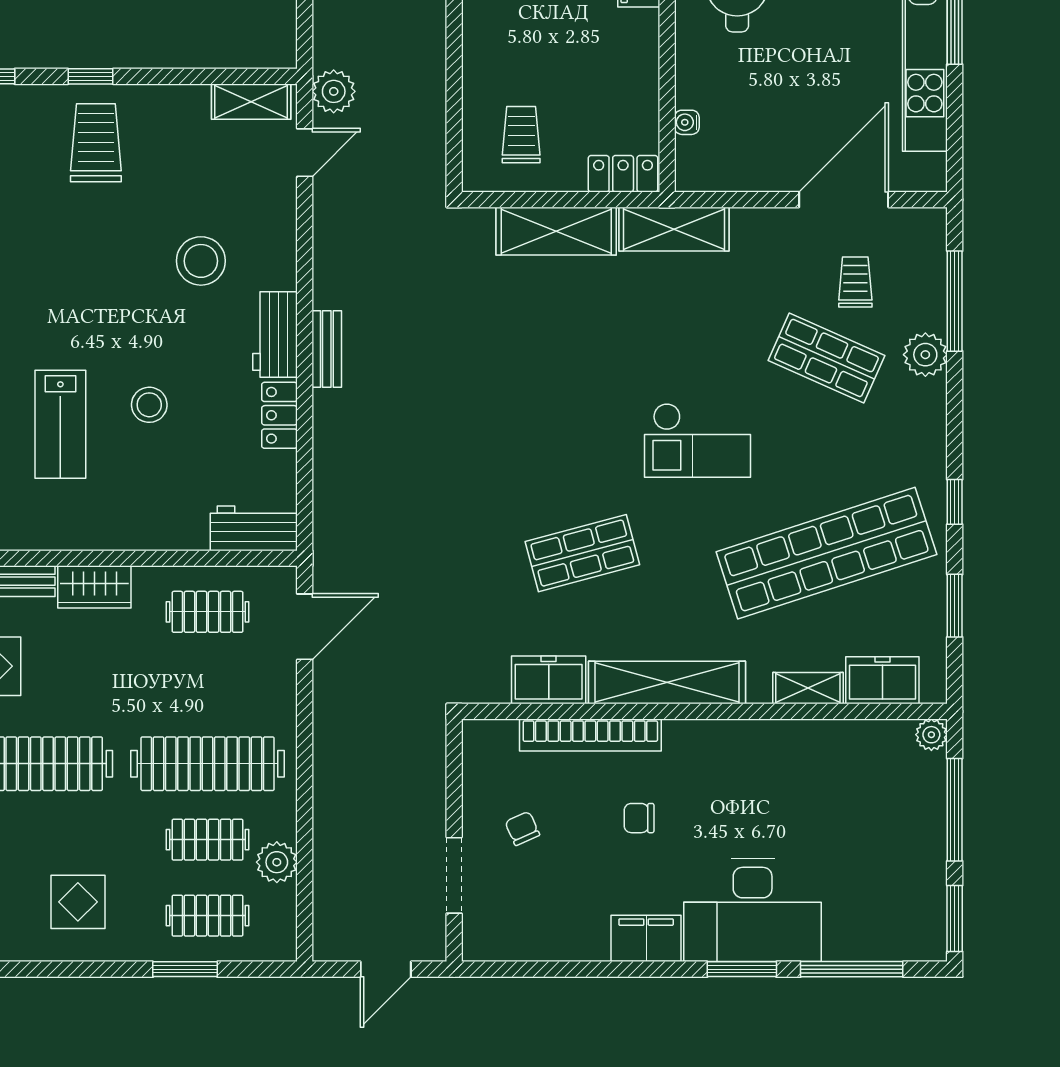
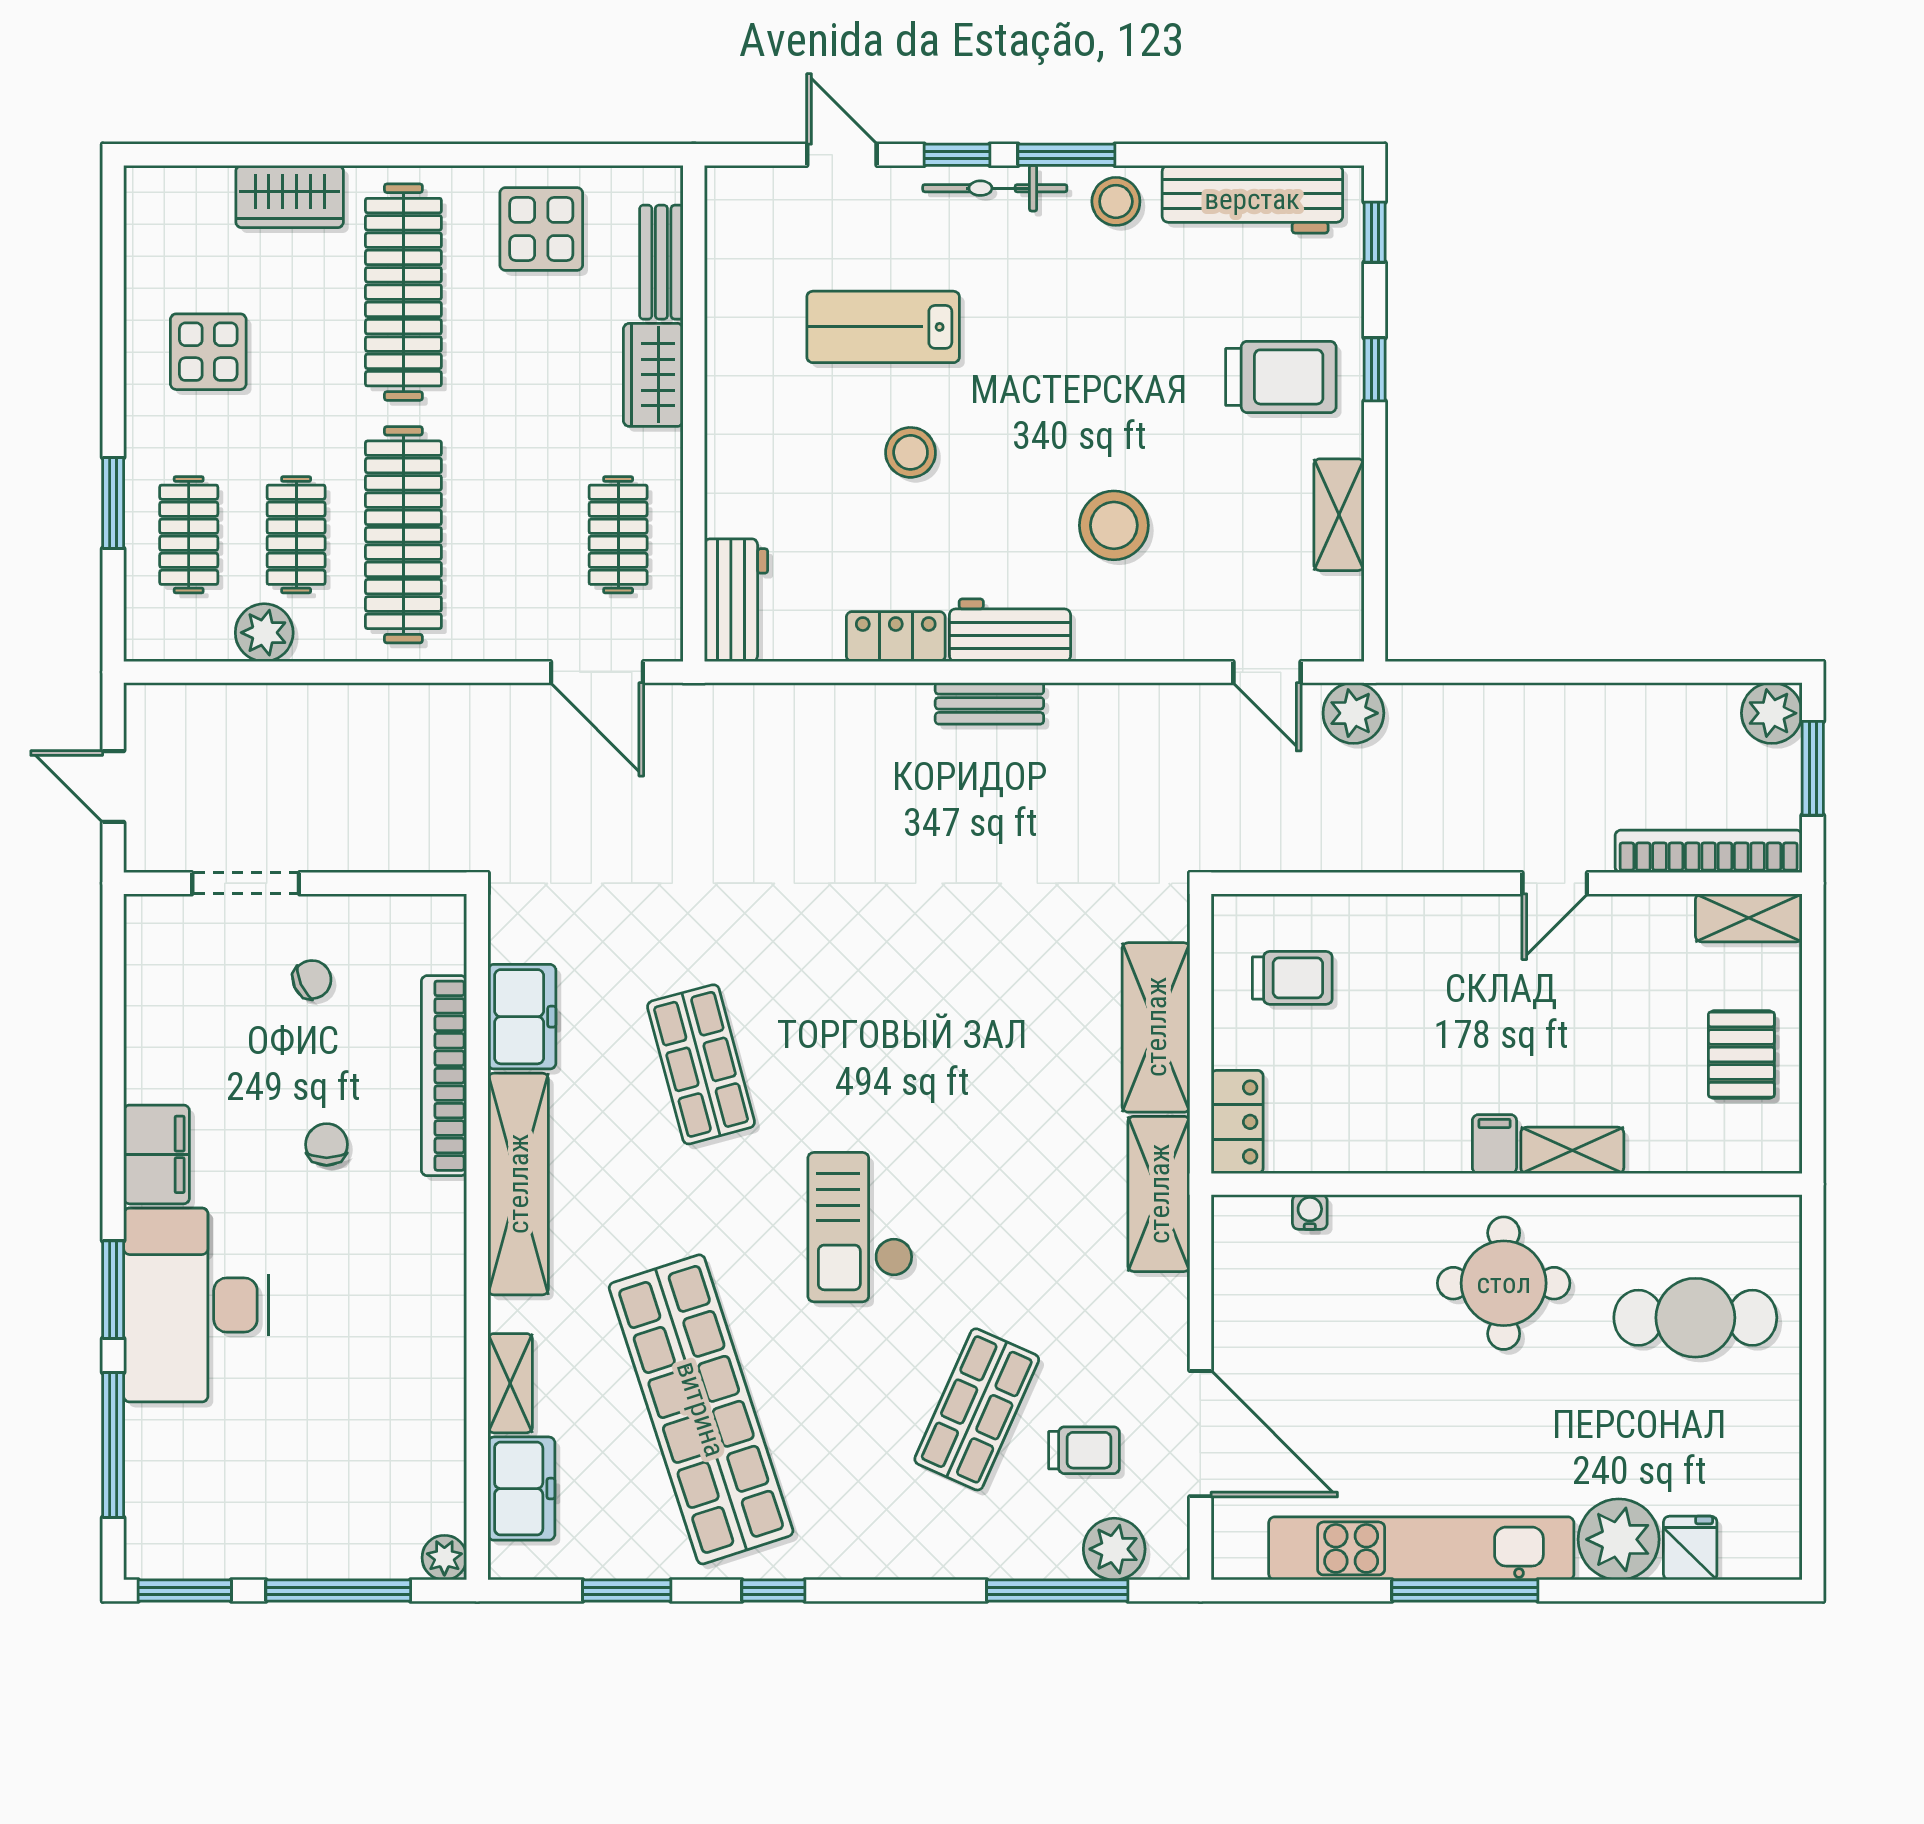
shelving: (251, 102) -> (1339, 515), moved
plant: (925, 355) -> (1114, 1549), moved

